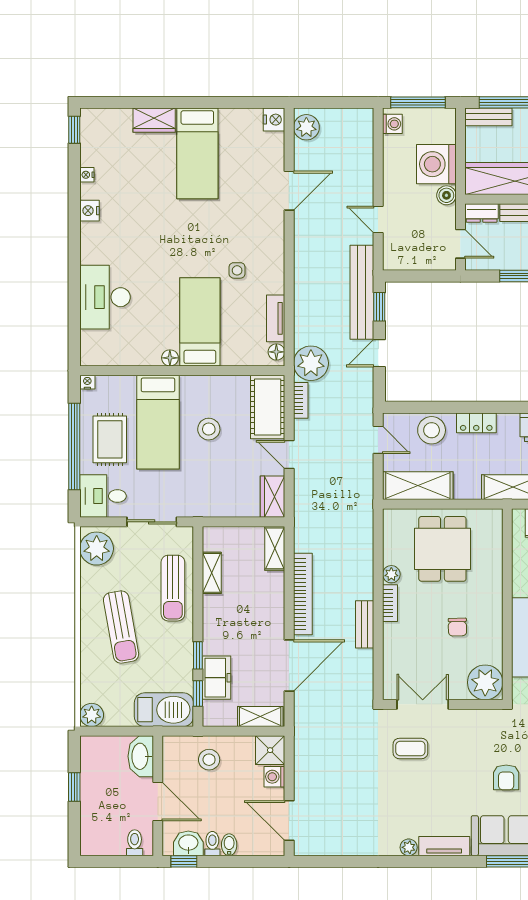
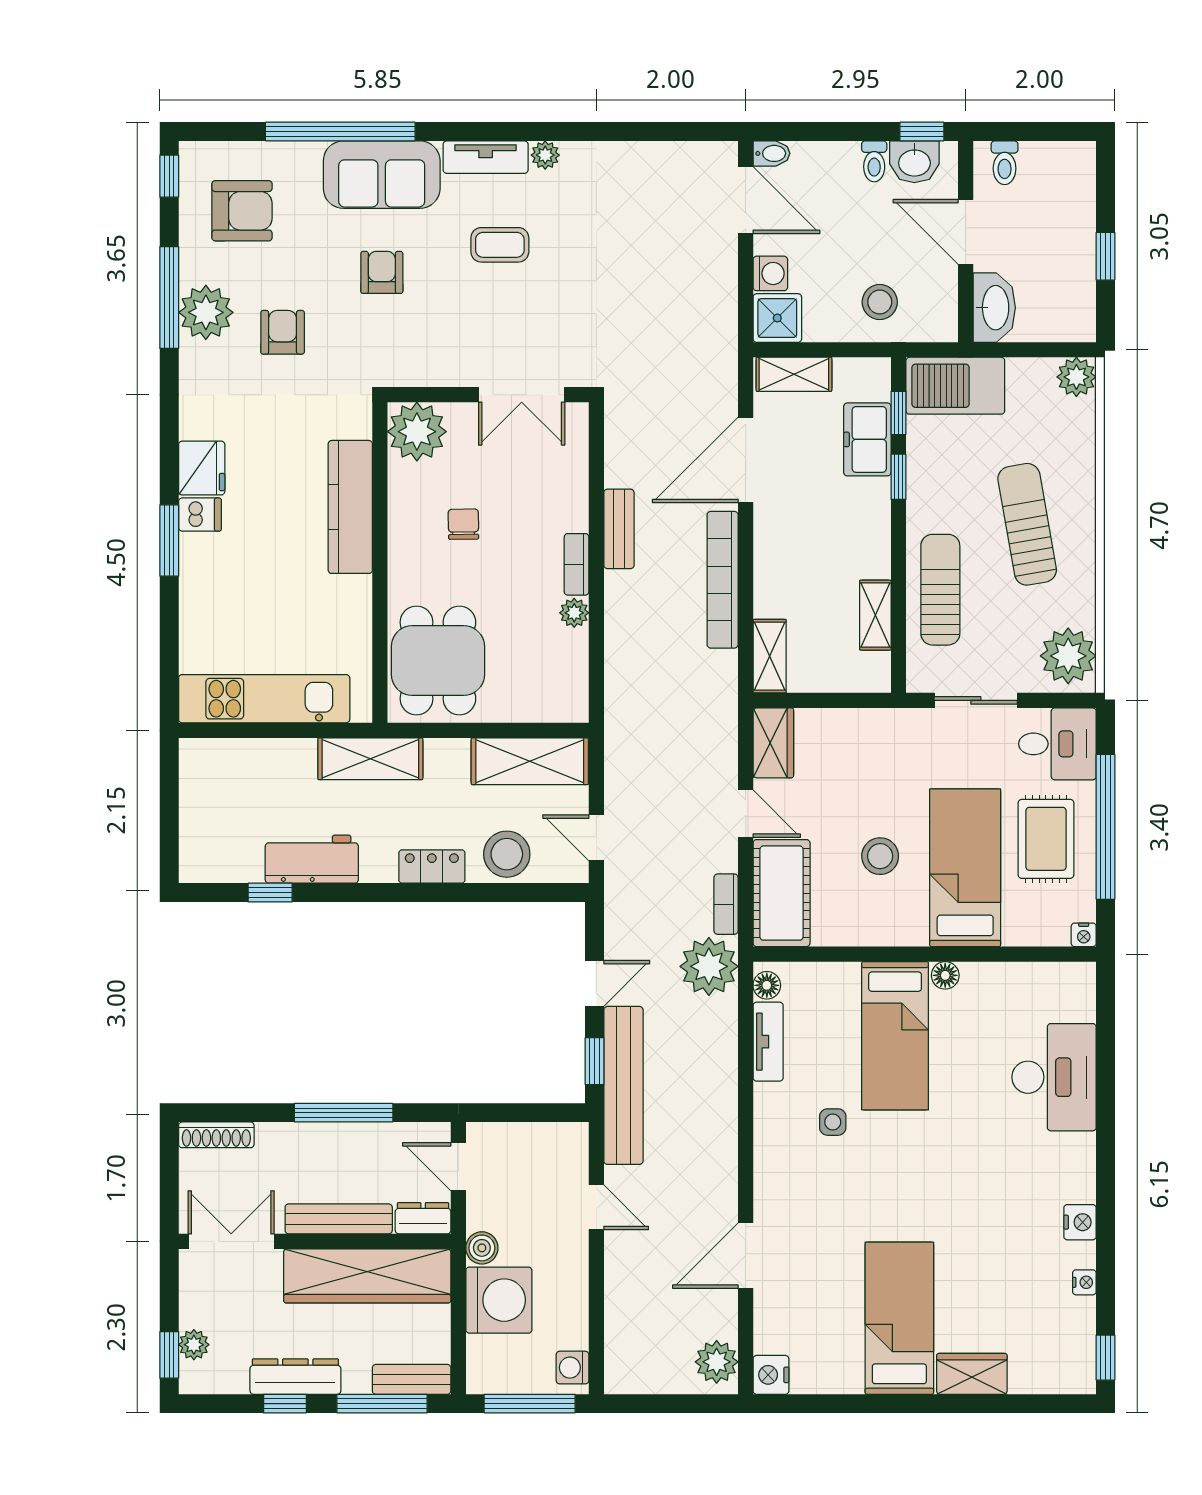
dining table: (442, 549) -> (438, 660), moved
coffee table: (410, 748) -> (500, 245), moved
bidet: (229, 845) -> (771, 153), moved, turned -90

